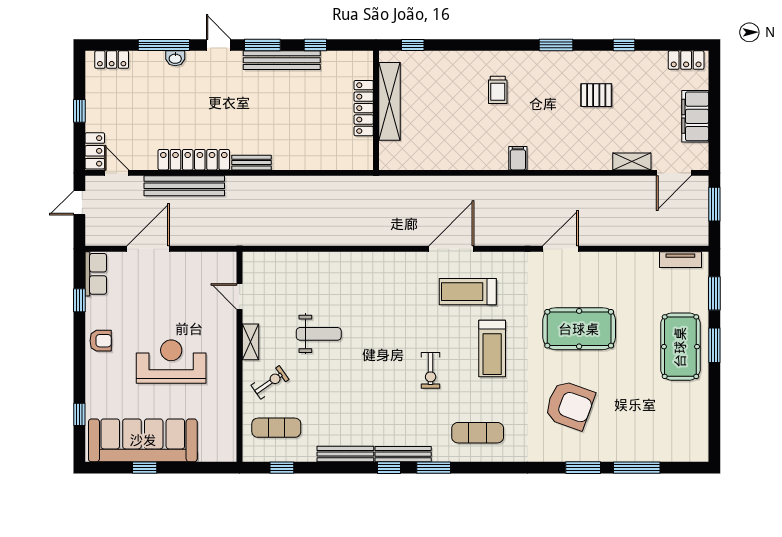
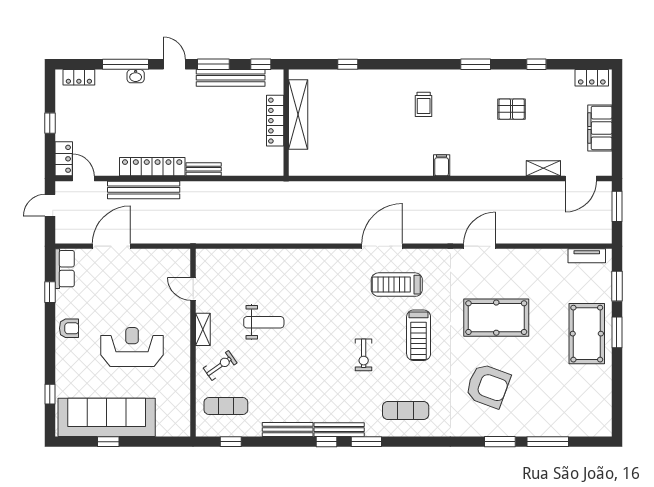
shelving: (389, 101) -> (298, 115), moved
locker: (364, 108) -> (275, 121), moved
wall: (376, 110) -> (286, 123), moved

